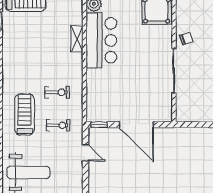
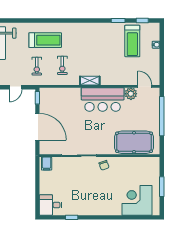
shelving: (77, 39) -> (90, 81), moved
filing cabinet: (184, 113) -> (47, 164), added
door: (136, 125) -> (37, 127), swing flipped

